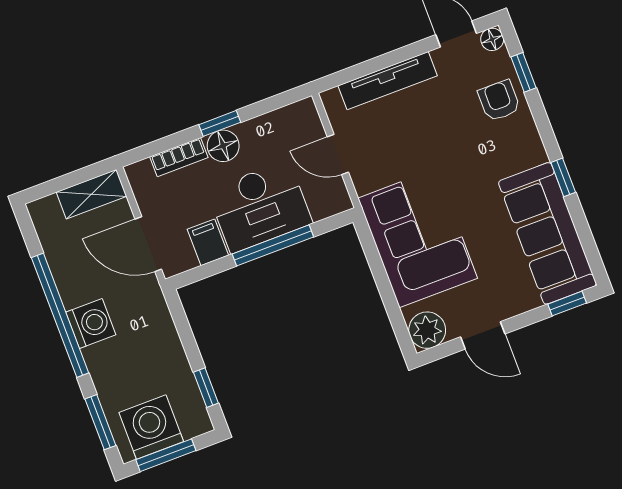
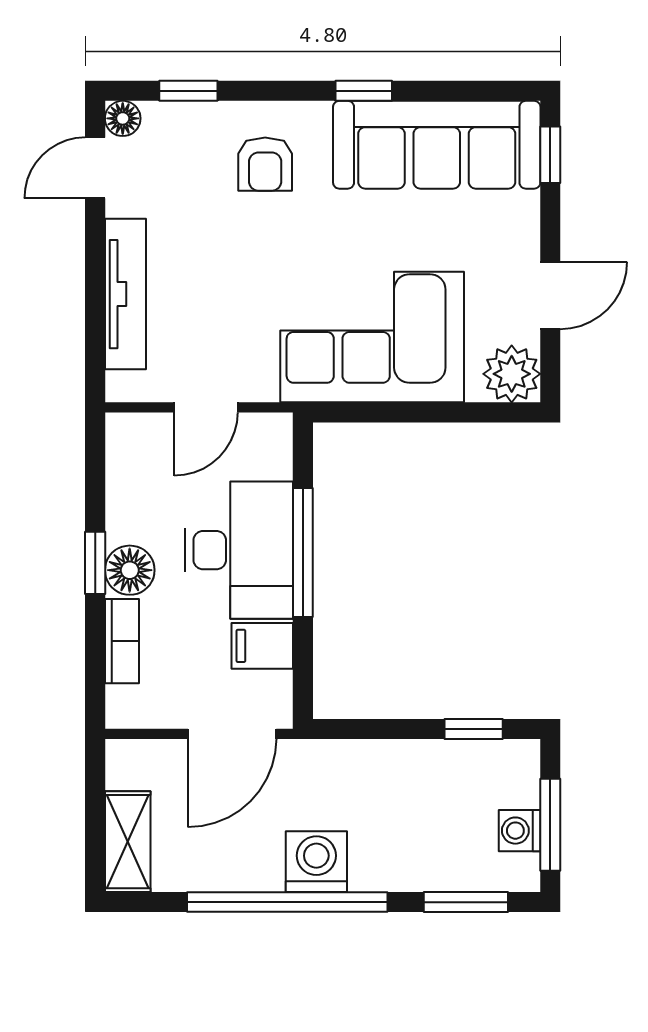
armchair: (499, 101) -> (265, 164), moved, turned -90
shelving: (91, 194) -> (128, 842), moved
washing machine: (151, 427) -> (520, 831), width x0.53, depth x0.53

